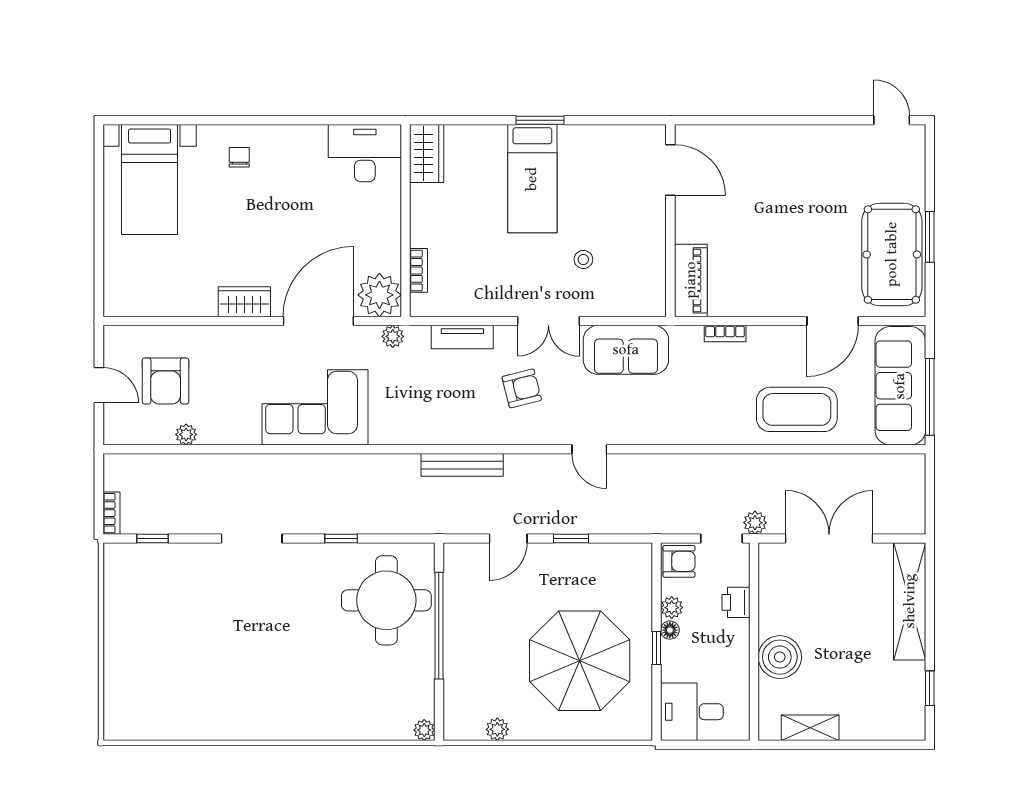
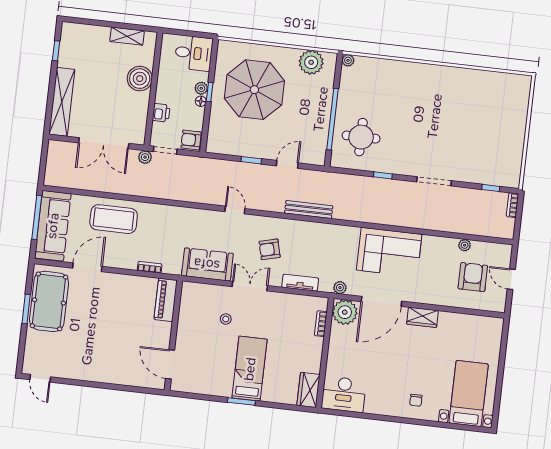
round table: (386, 600) -> (361, 137), width x0.73, depth x0.73
plant: (672, 608) -> (201, 88), moved
plant: (497, 729) -> (311, 62), width x1.87, depth x1.87

